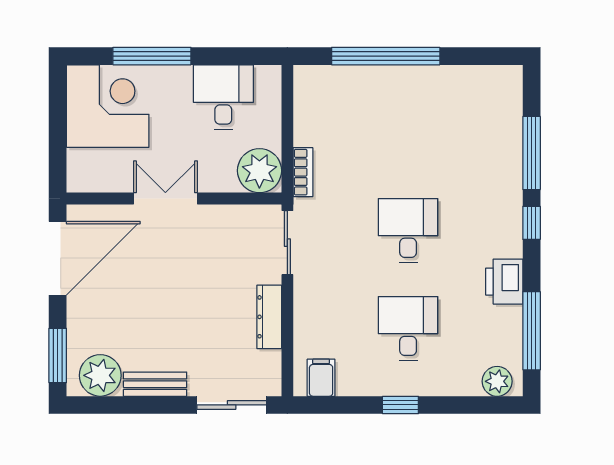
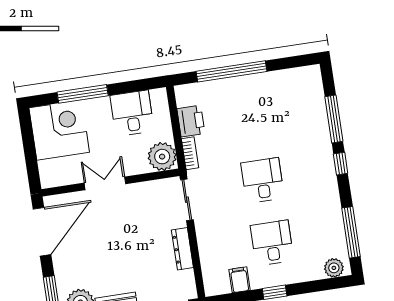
printer: (504, 282) -> (191, 121), moved, turned 180
filing cabinet: (321, 378) -> (240, 280), moved

